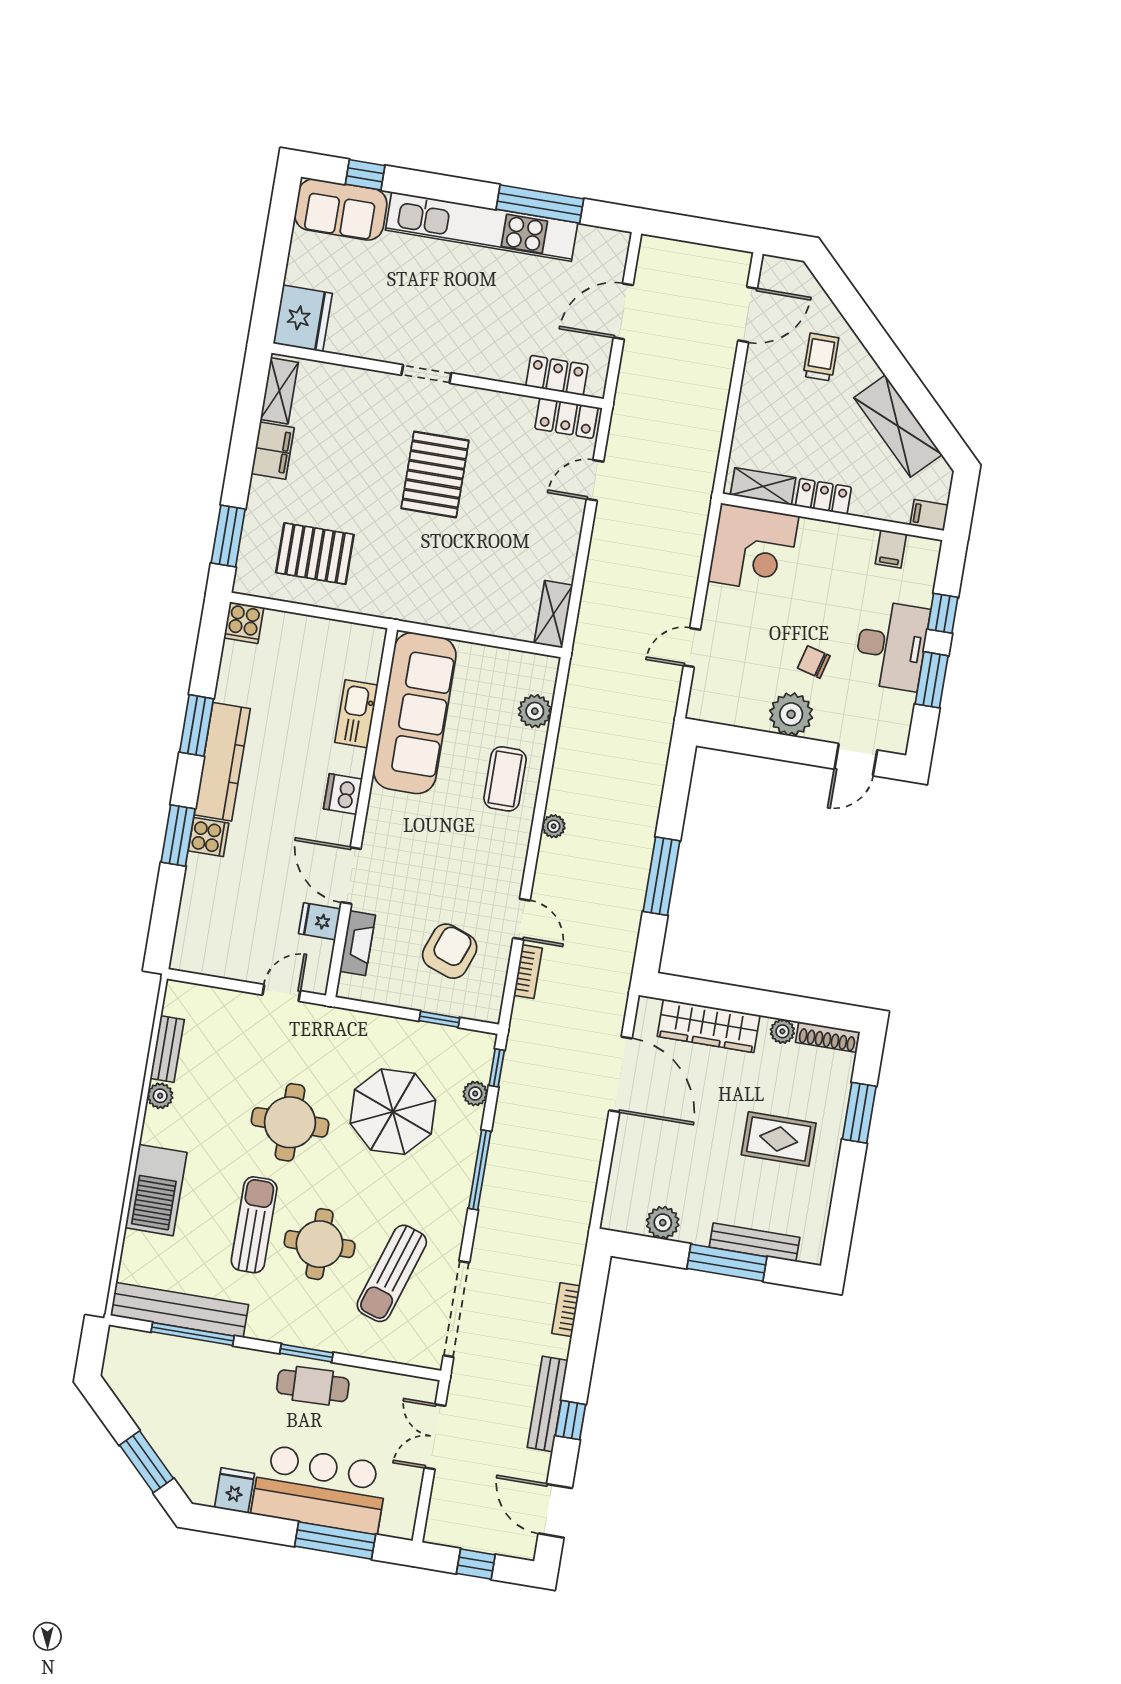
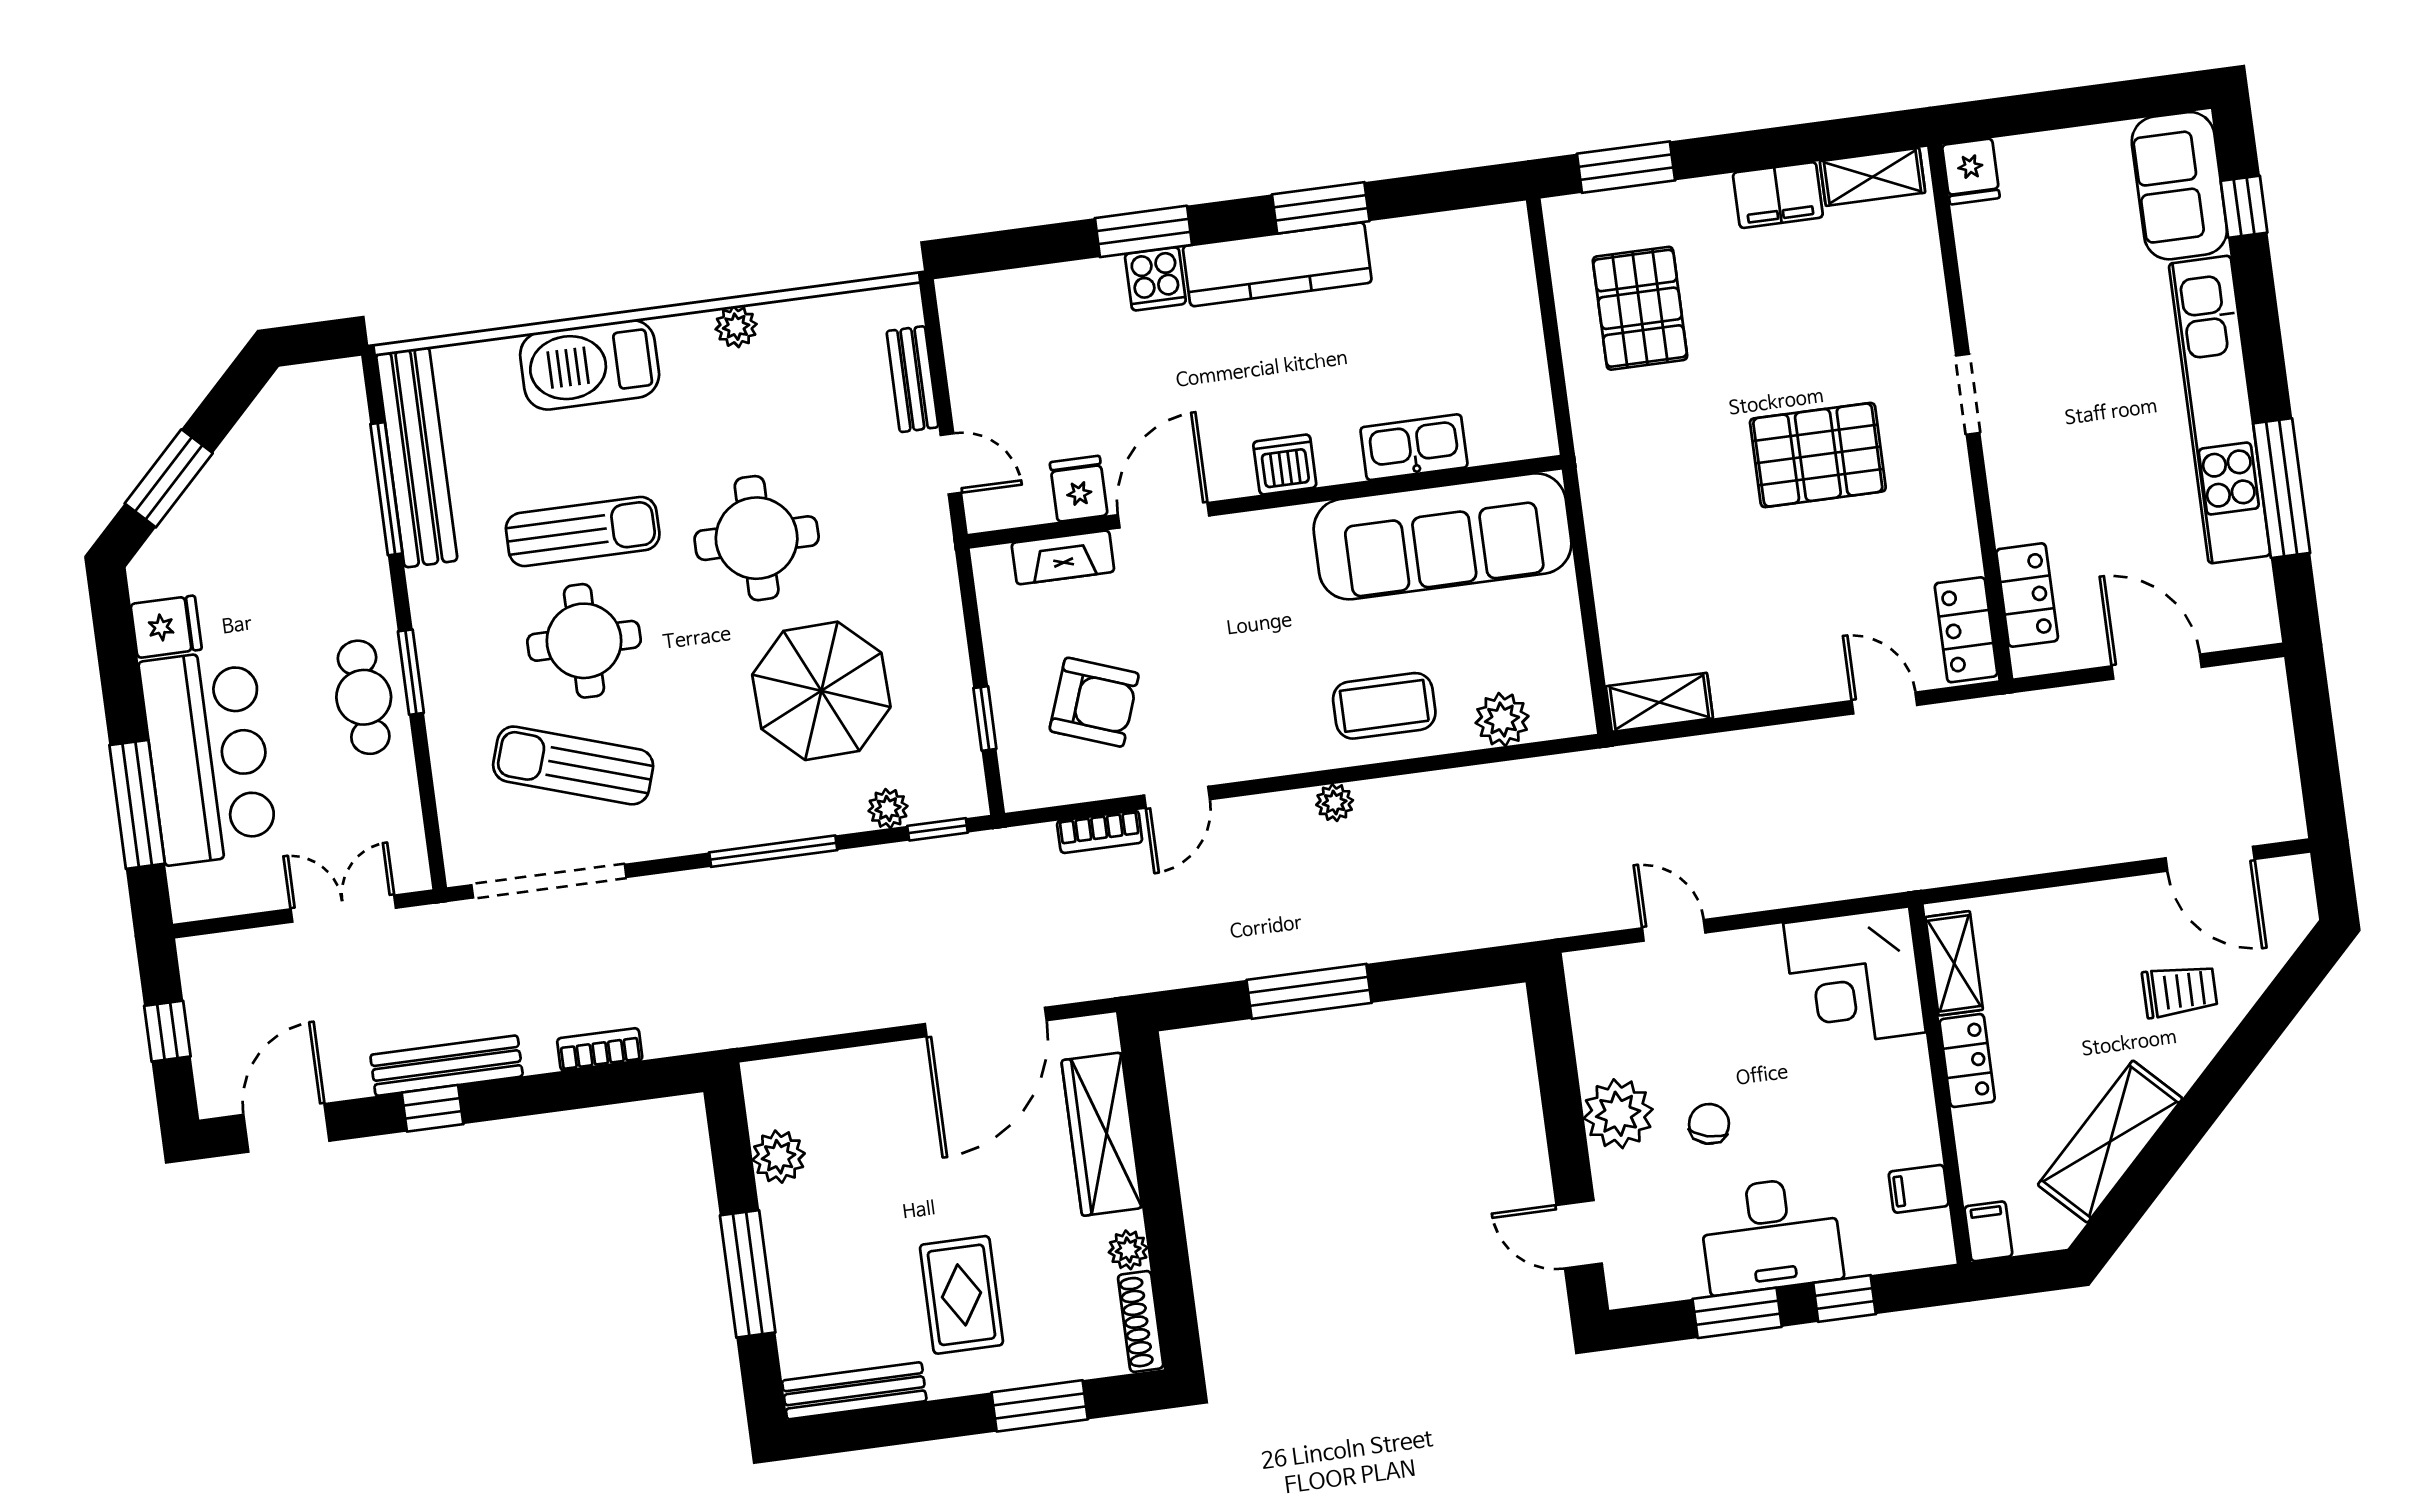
fridge: (303, 318) -> (1971, 171), width x0.53, depth x0.75
cooker: (244, 623) -> (1500, 232), removed
bench: (167, 1049) -> (912, 379), moved, turned 90
bench: (754, 1242) -> (854, 1391), moved, turned 90

